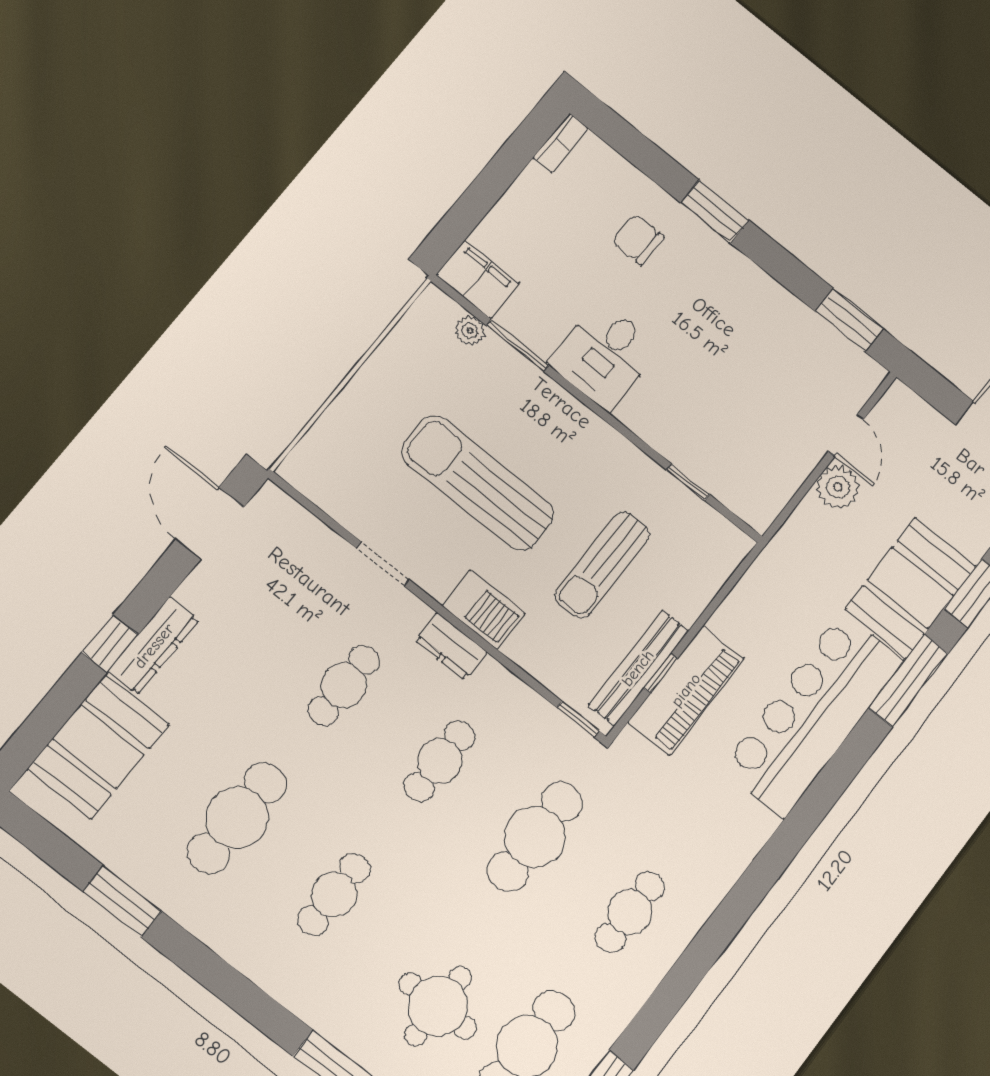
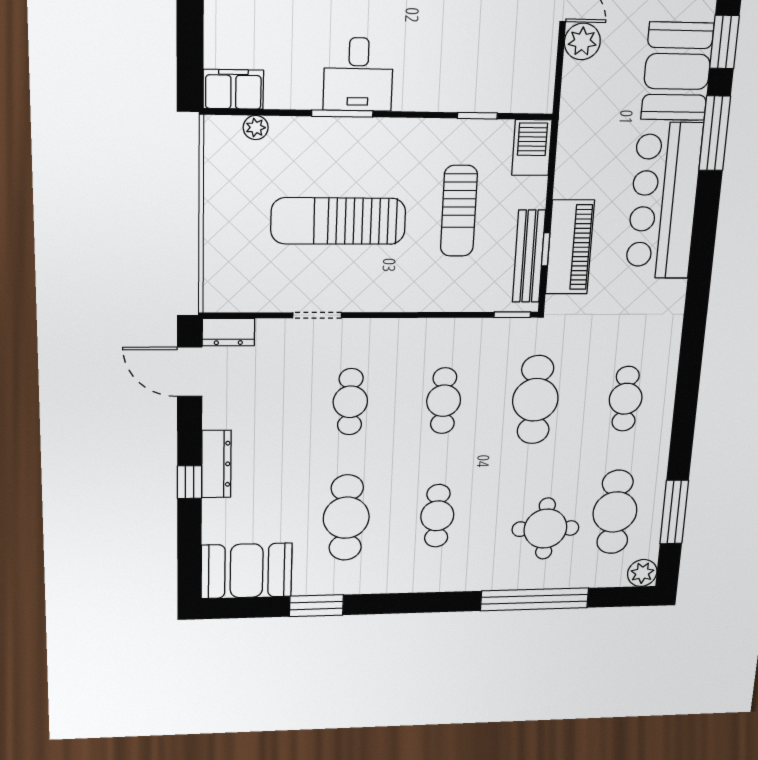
window: (518, 346) -> (342, 114), moved
barbecue: (484, 610) -> (532, 148), moved, turned -90
dresser: (451, 646) -> (228, 332), moved
booth: (98, 747) -> (247, 571), moved, turned 90

